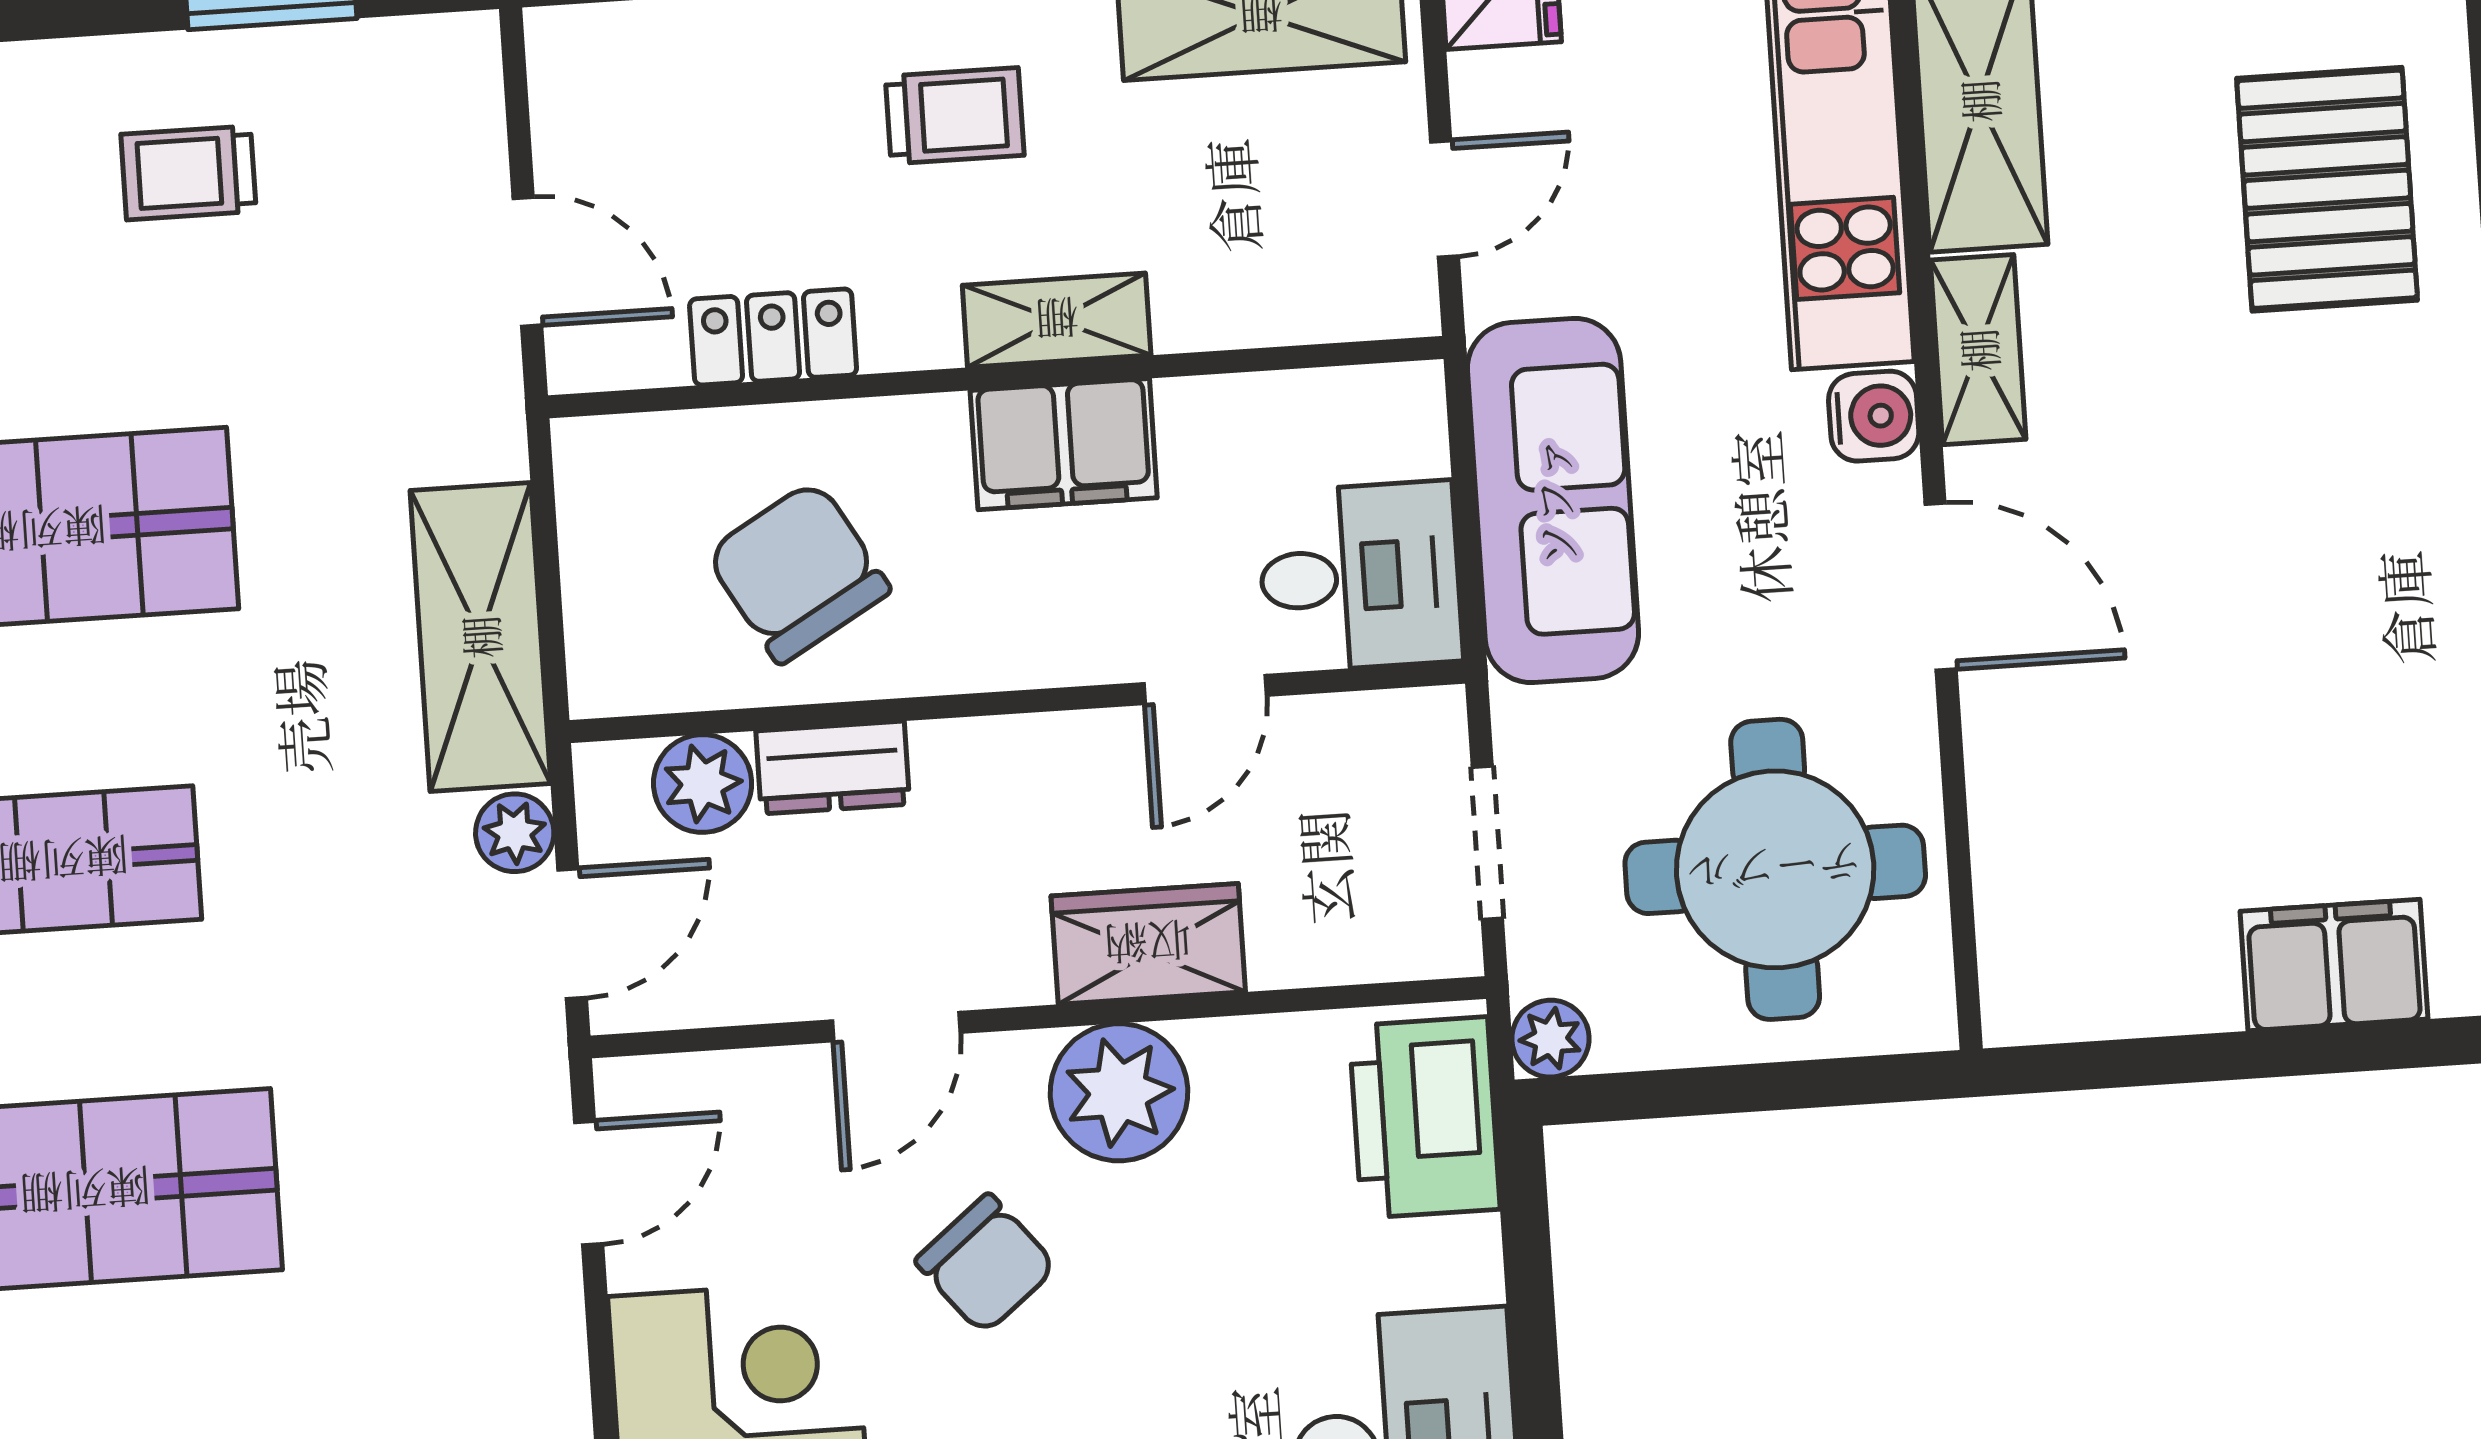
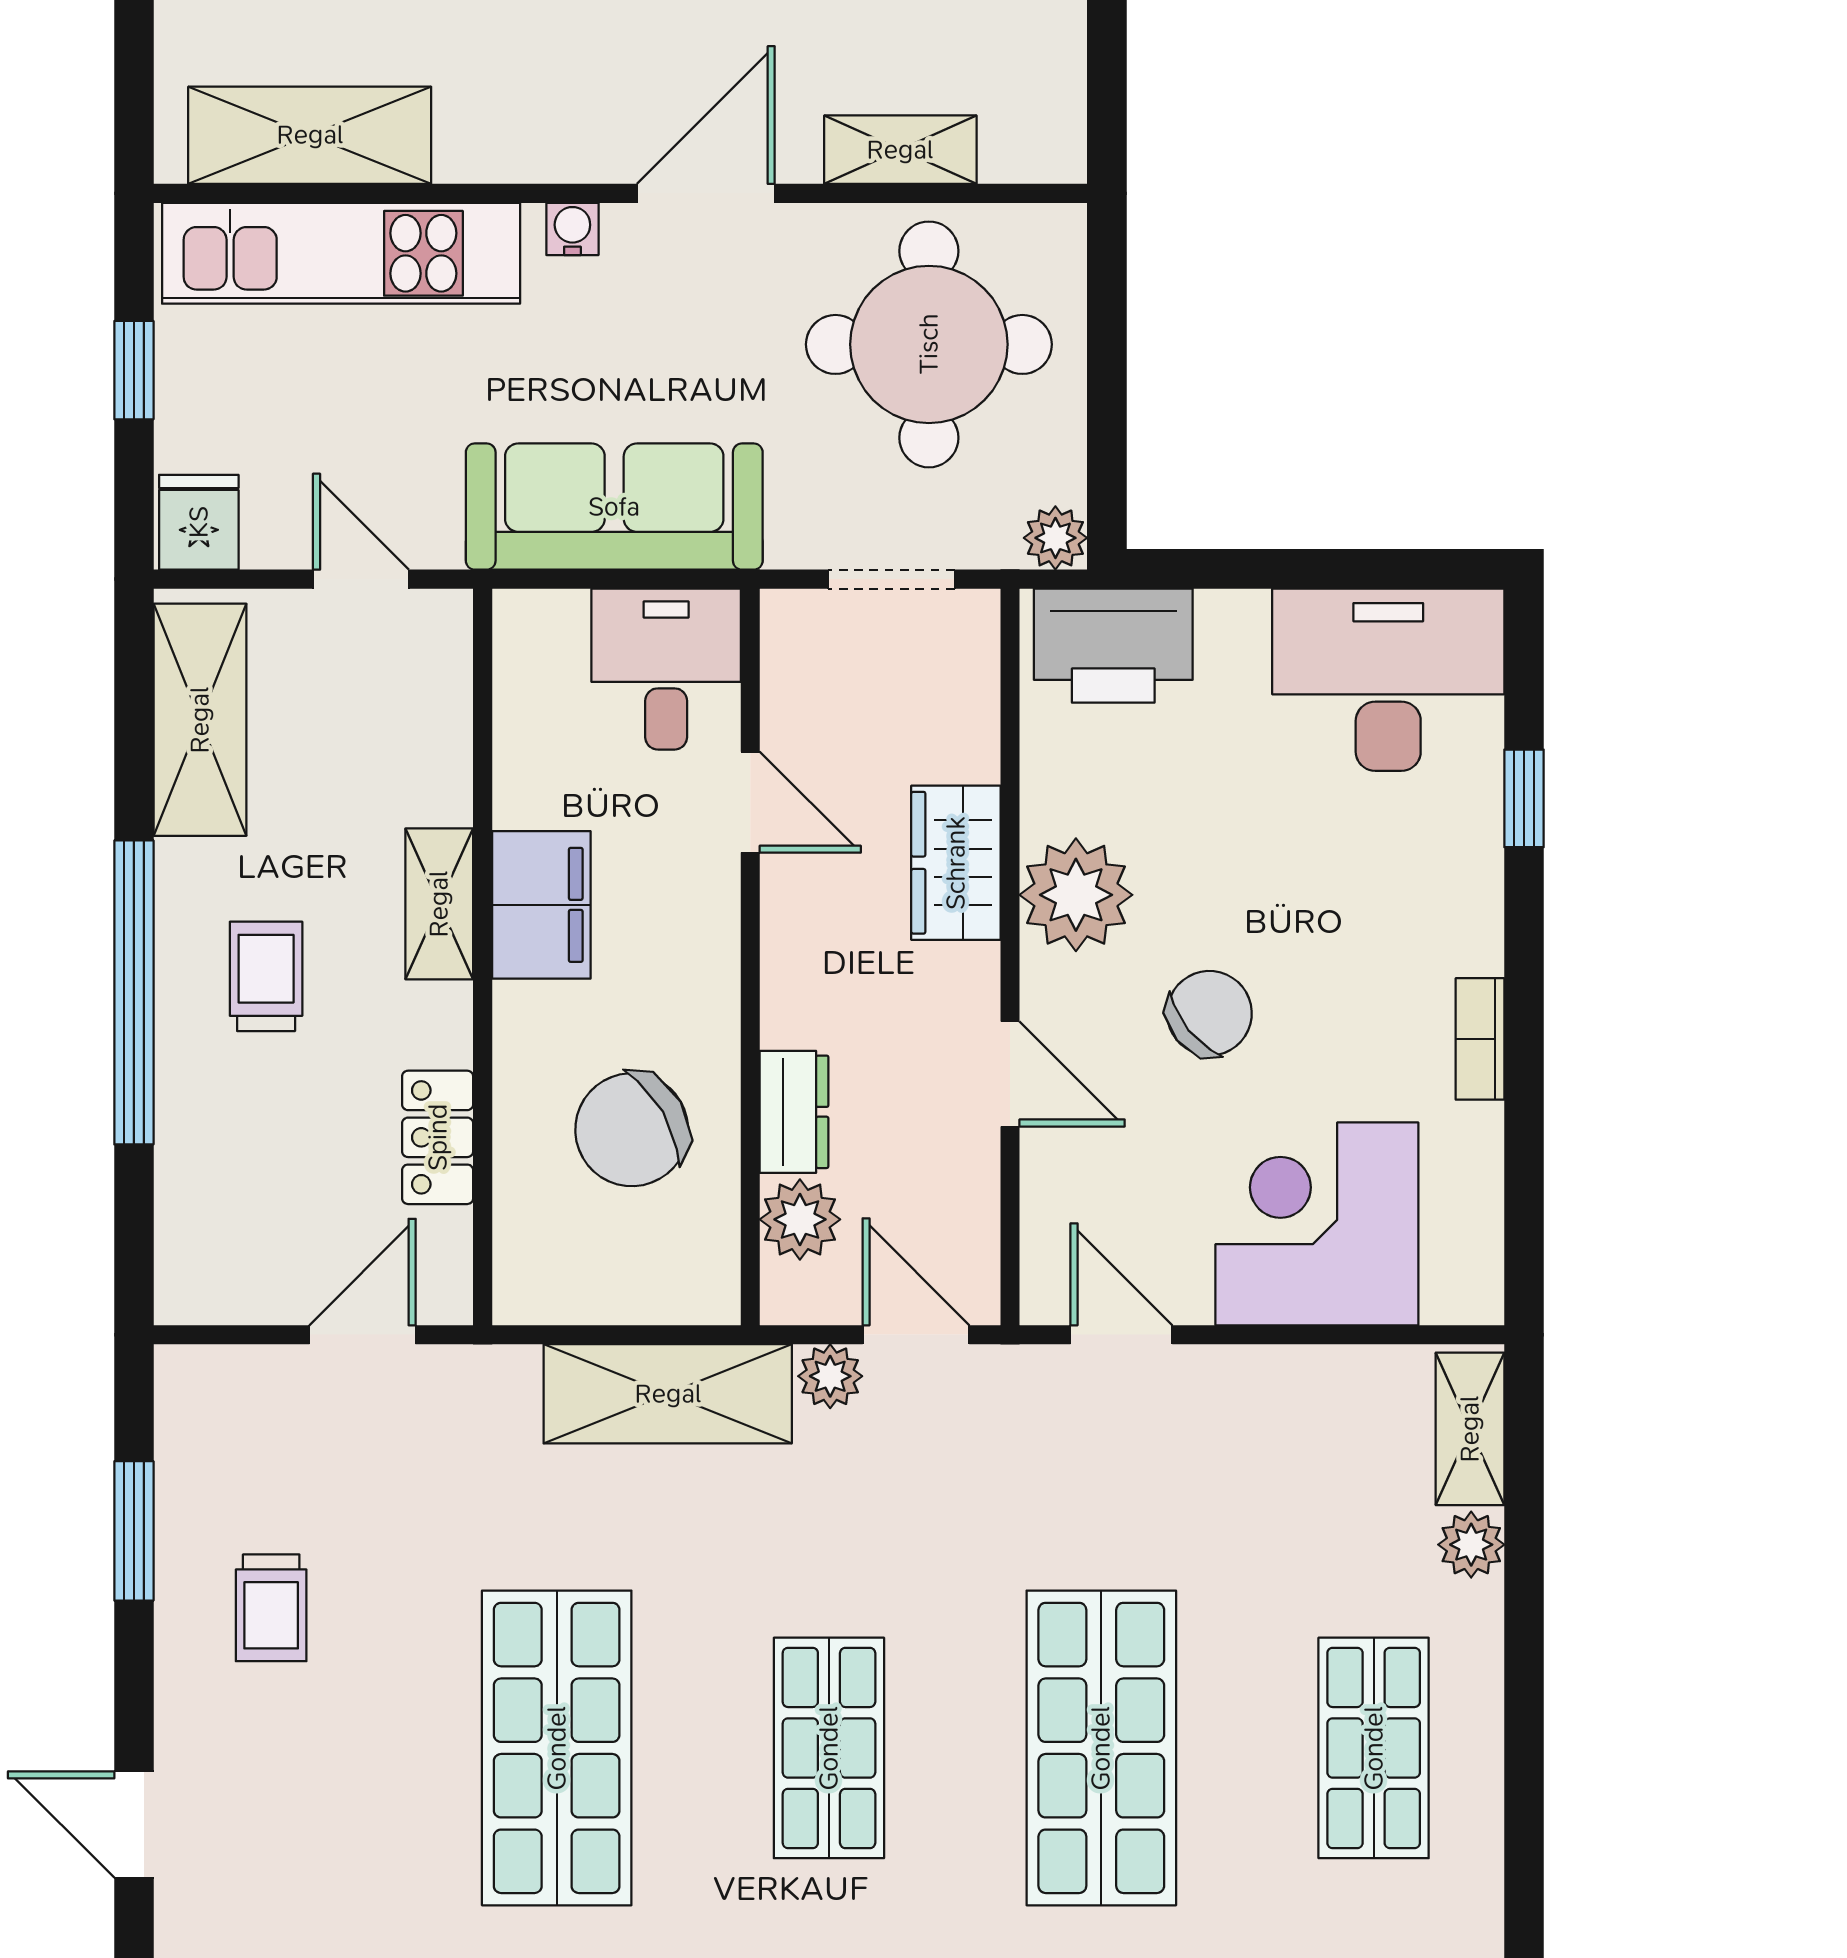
shelving: (1978, 350) -> (900, 150), moved
water cooler: (1874, 416) -> (572, 229), width x0.72, depth x0.72

